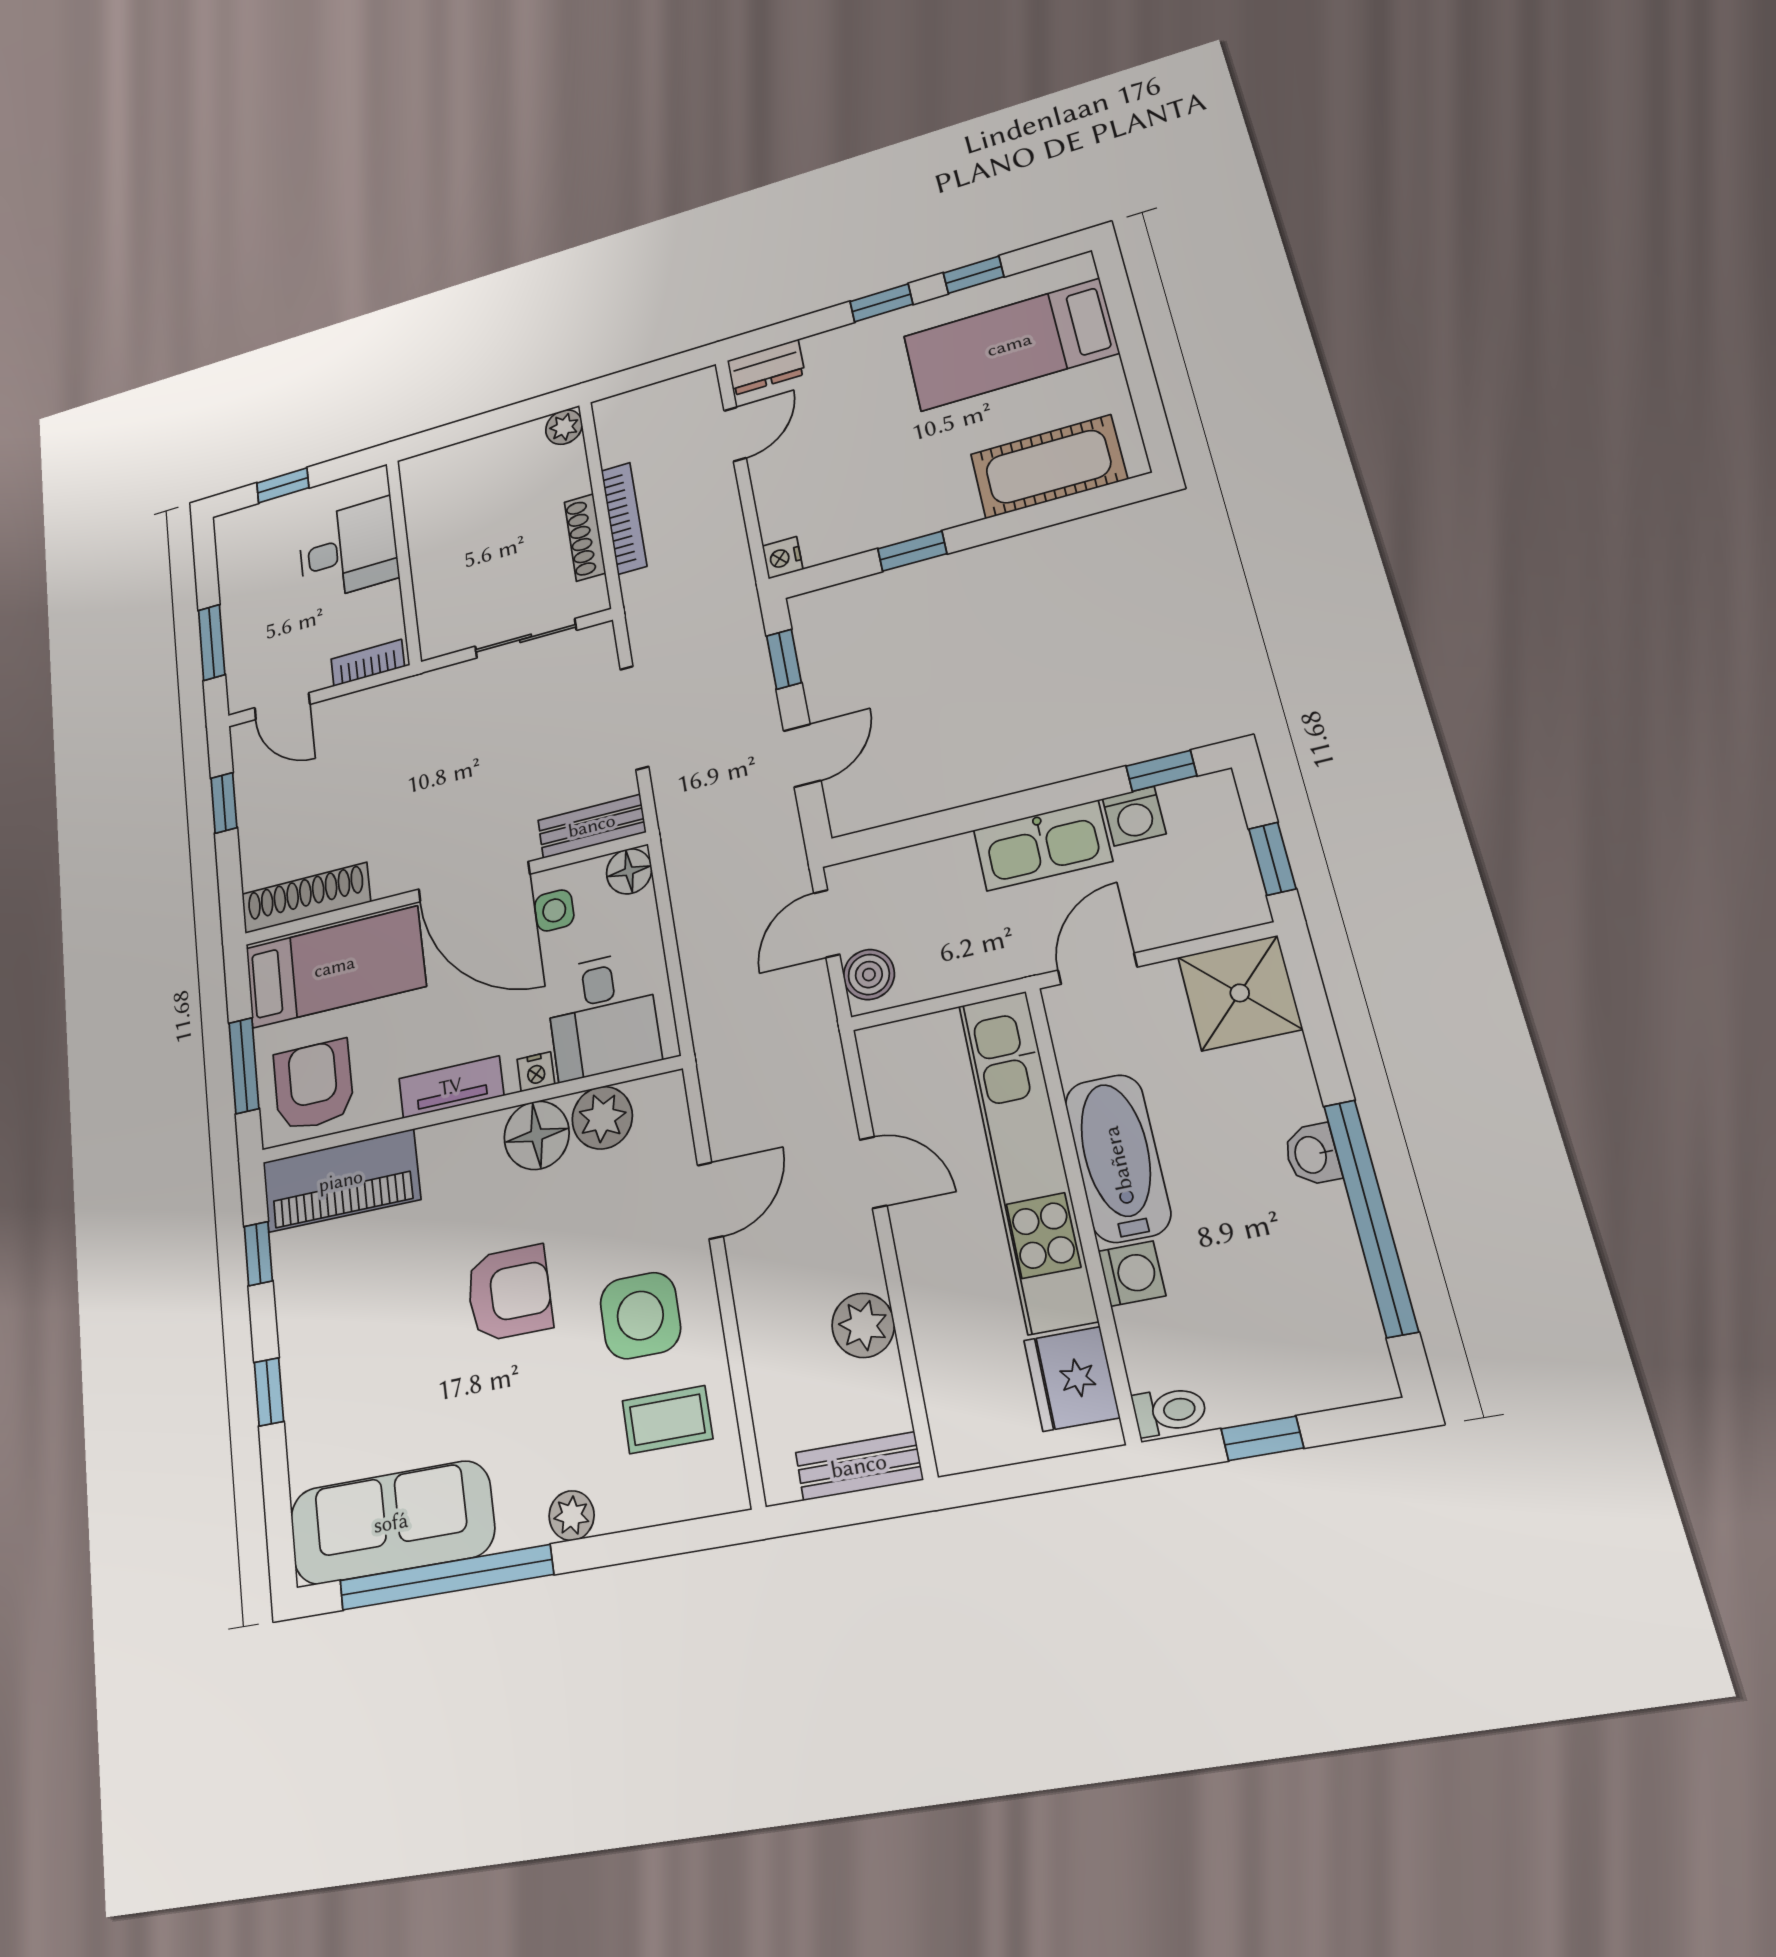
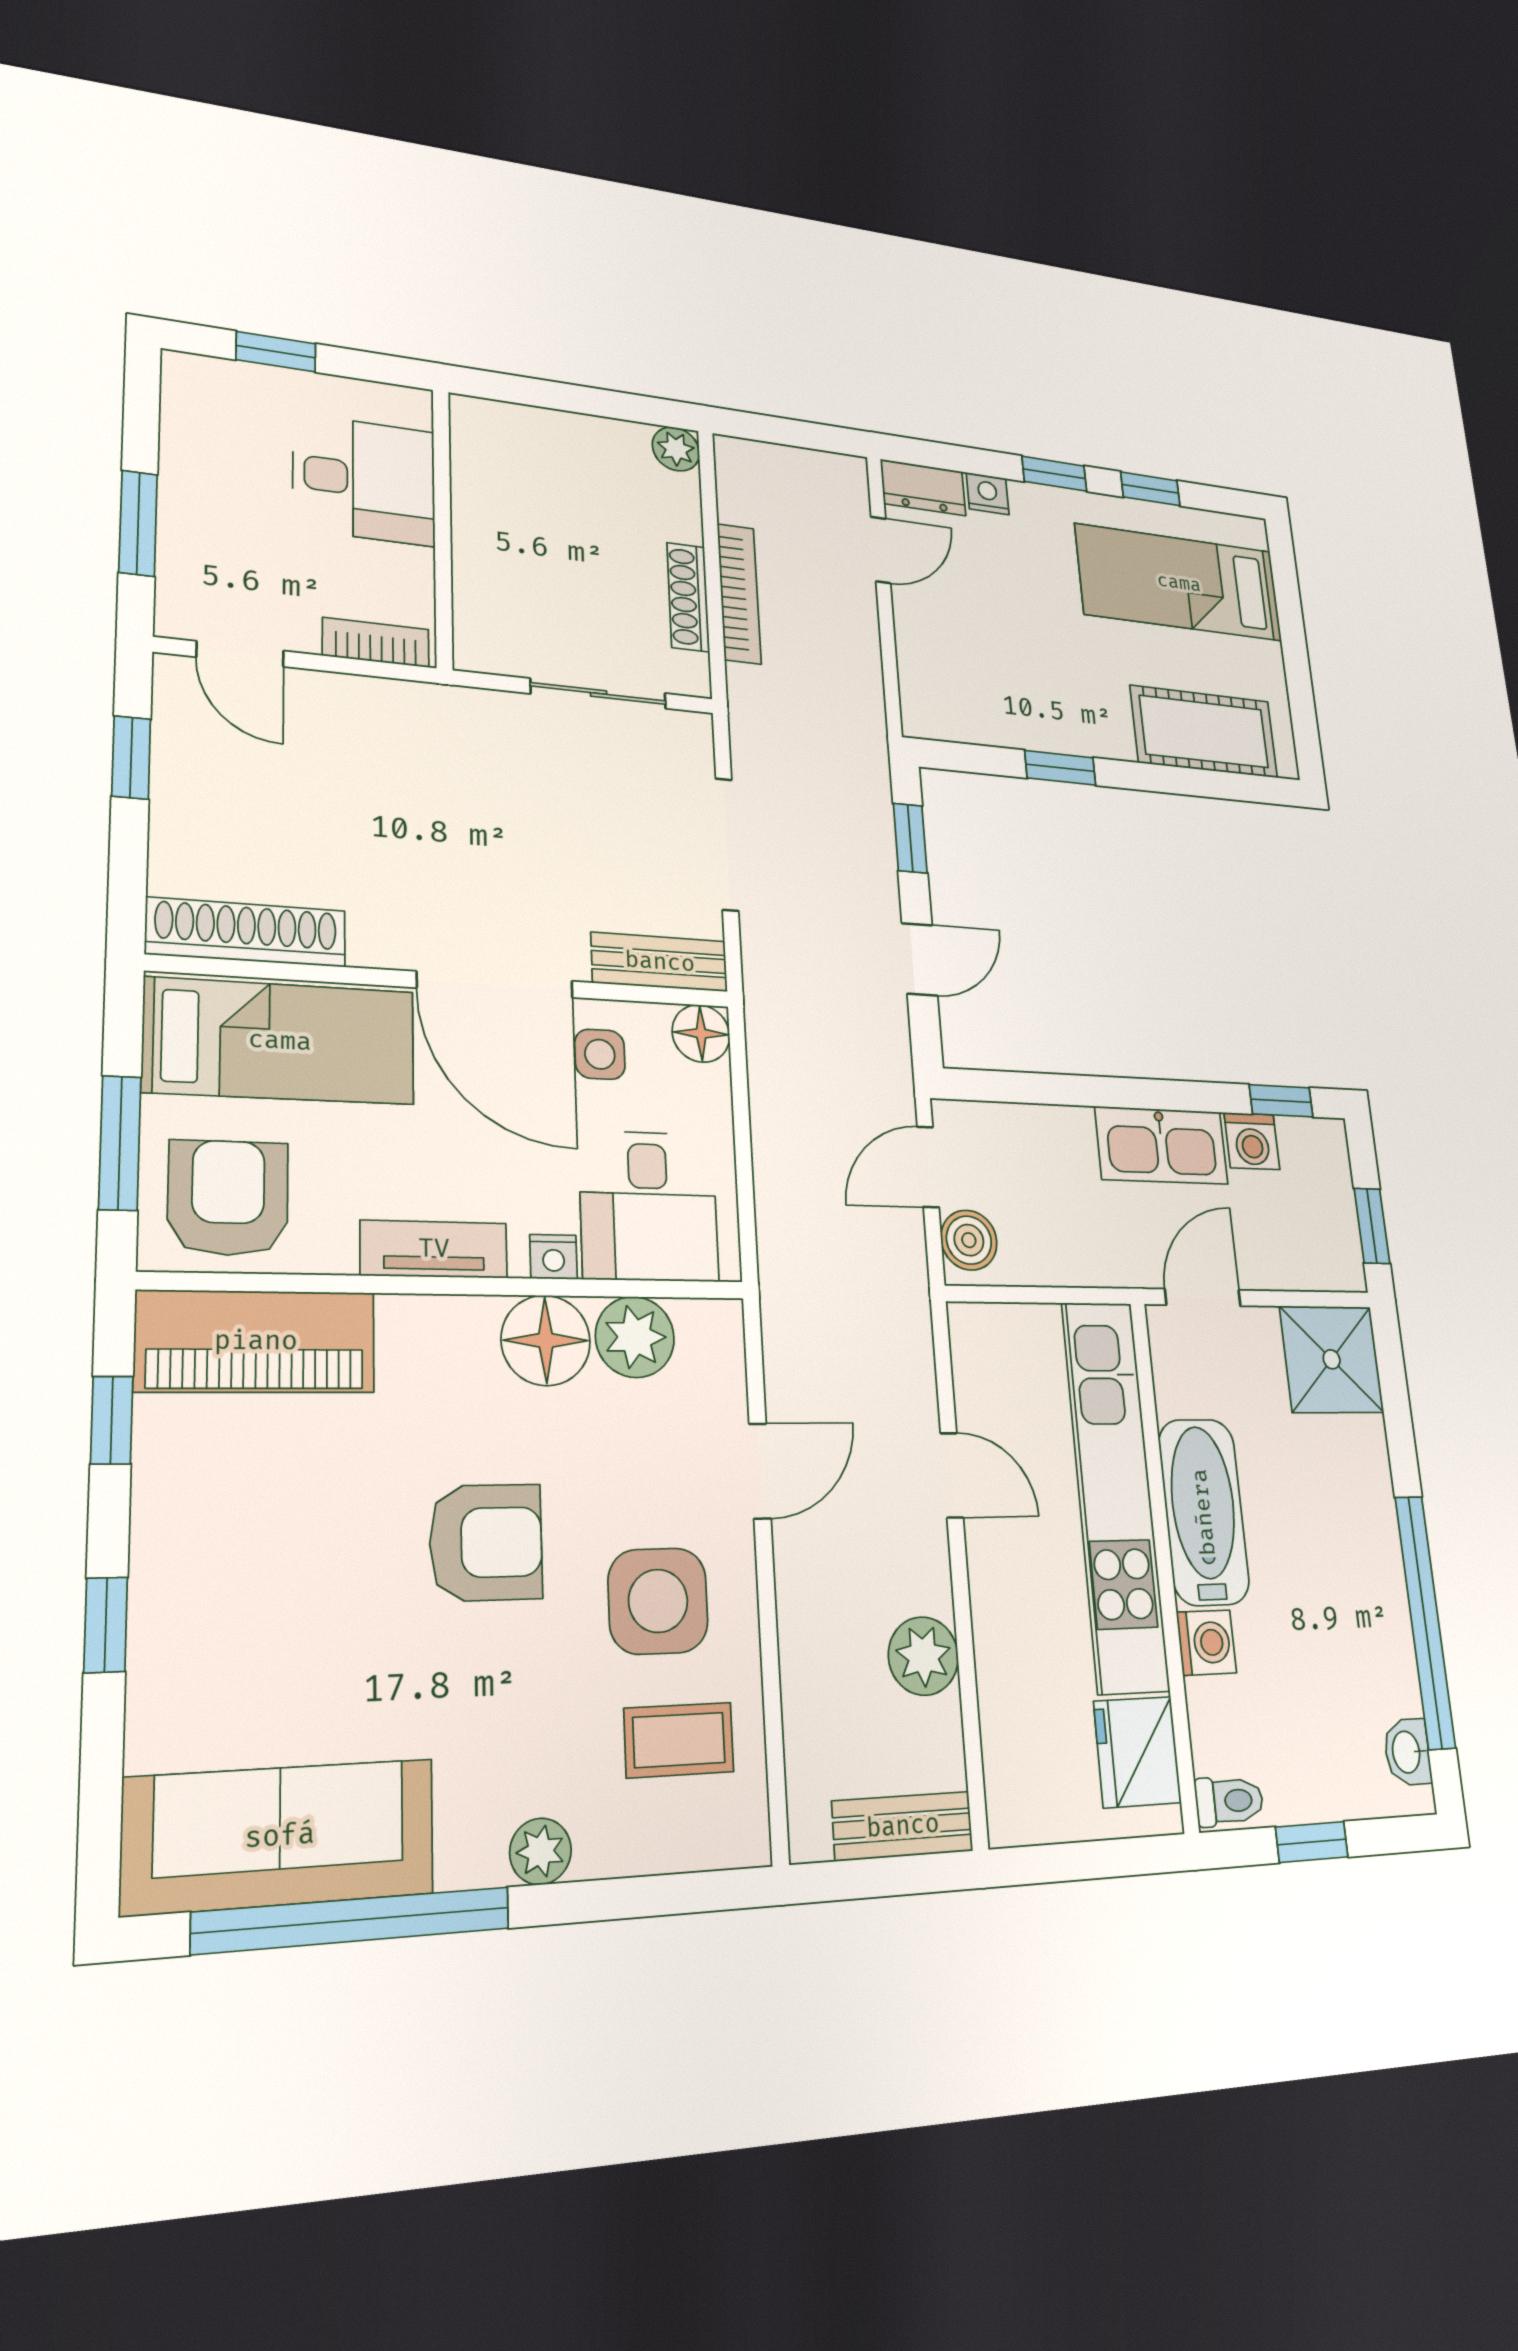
nightstand: (782, 558) -> (988, 494), moved, turned 90
washbasin: (1312, 1155) -> (1407, 1752), moved

